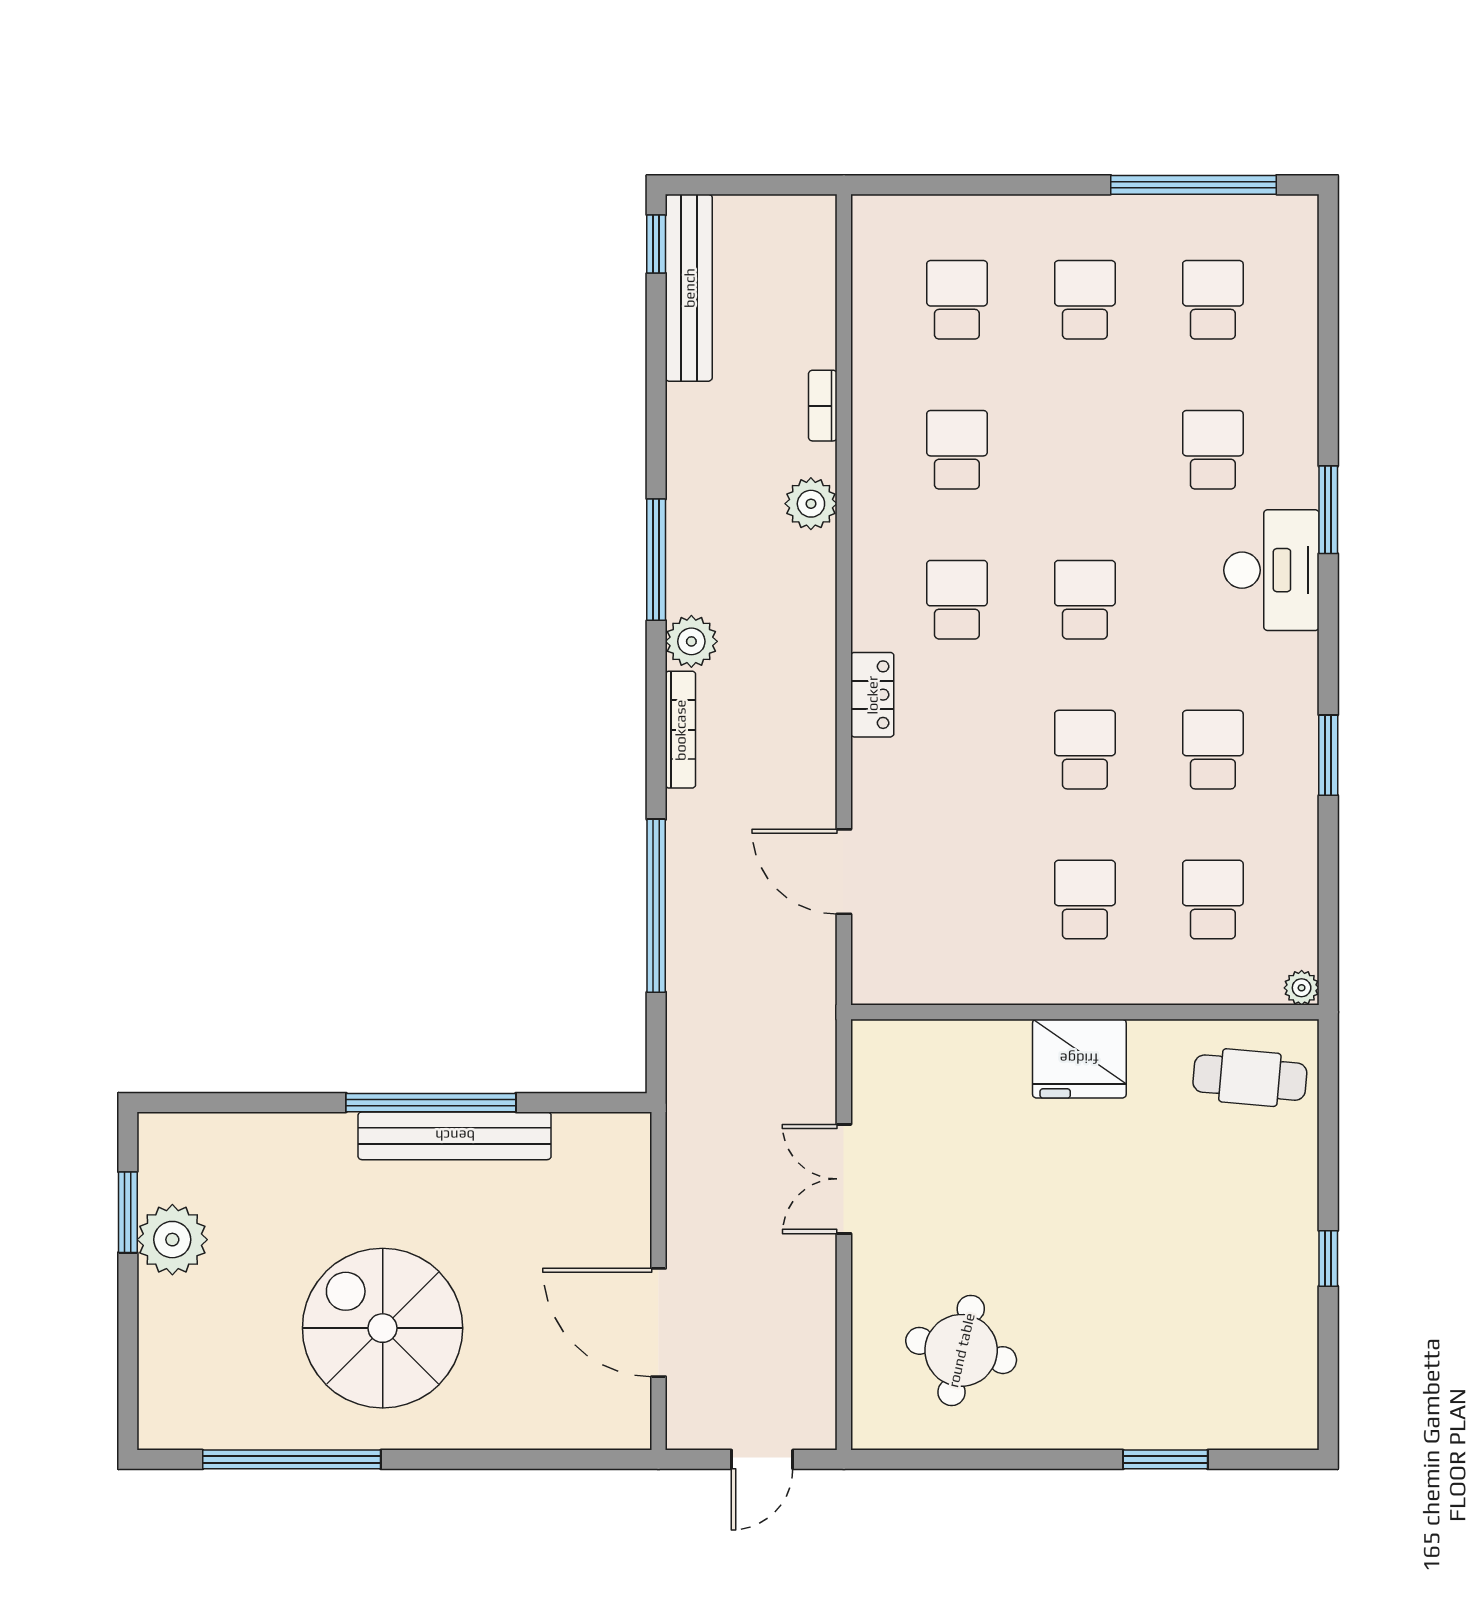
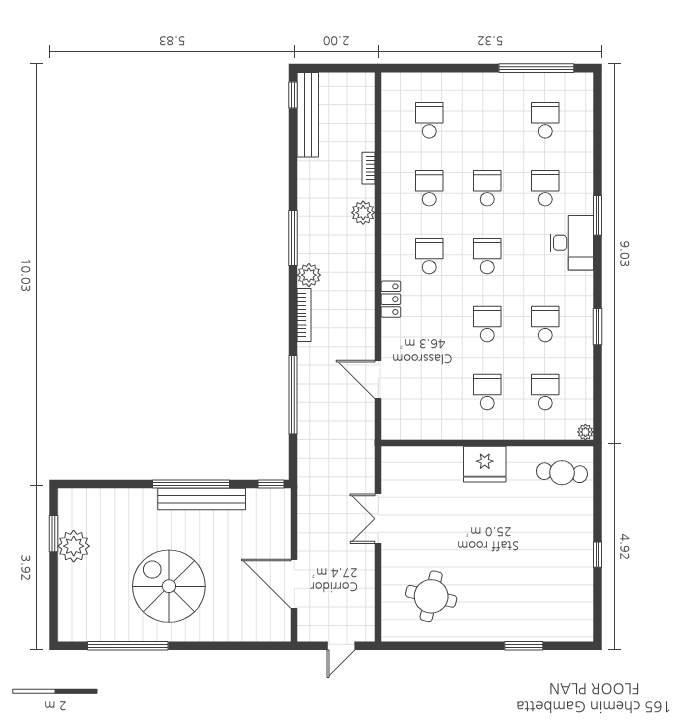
school desk: (1085, 300) -> (487, 188), moved
window: (608, 1103) -> (271, 484), added

